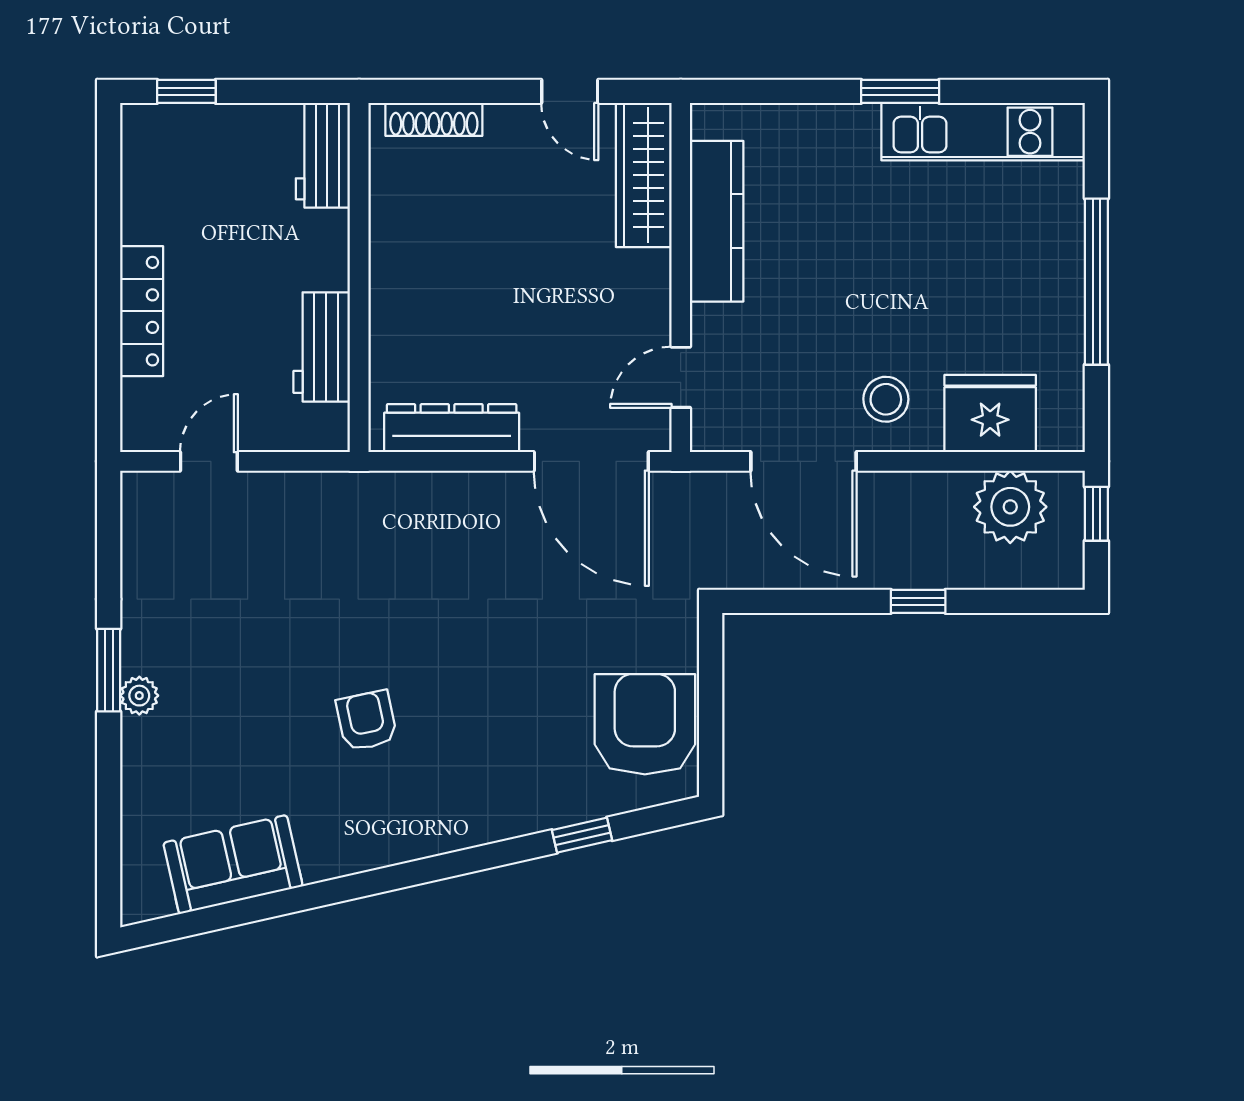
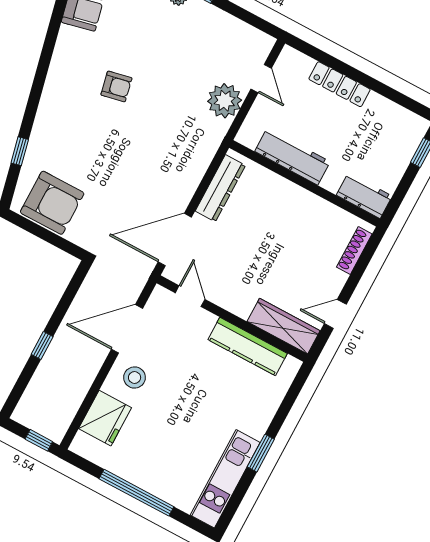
workbench: (322, 347) -> (292, 157), width x1.38
plant: (1010, 507) -> (225, 101), moved

